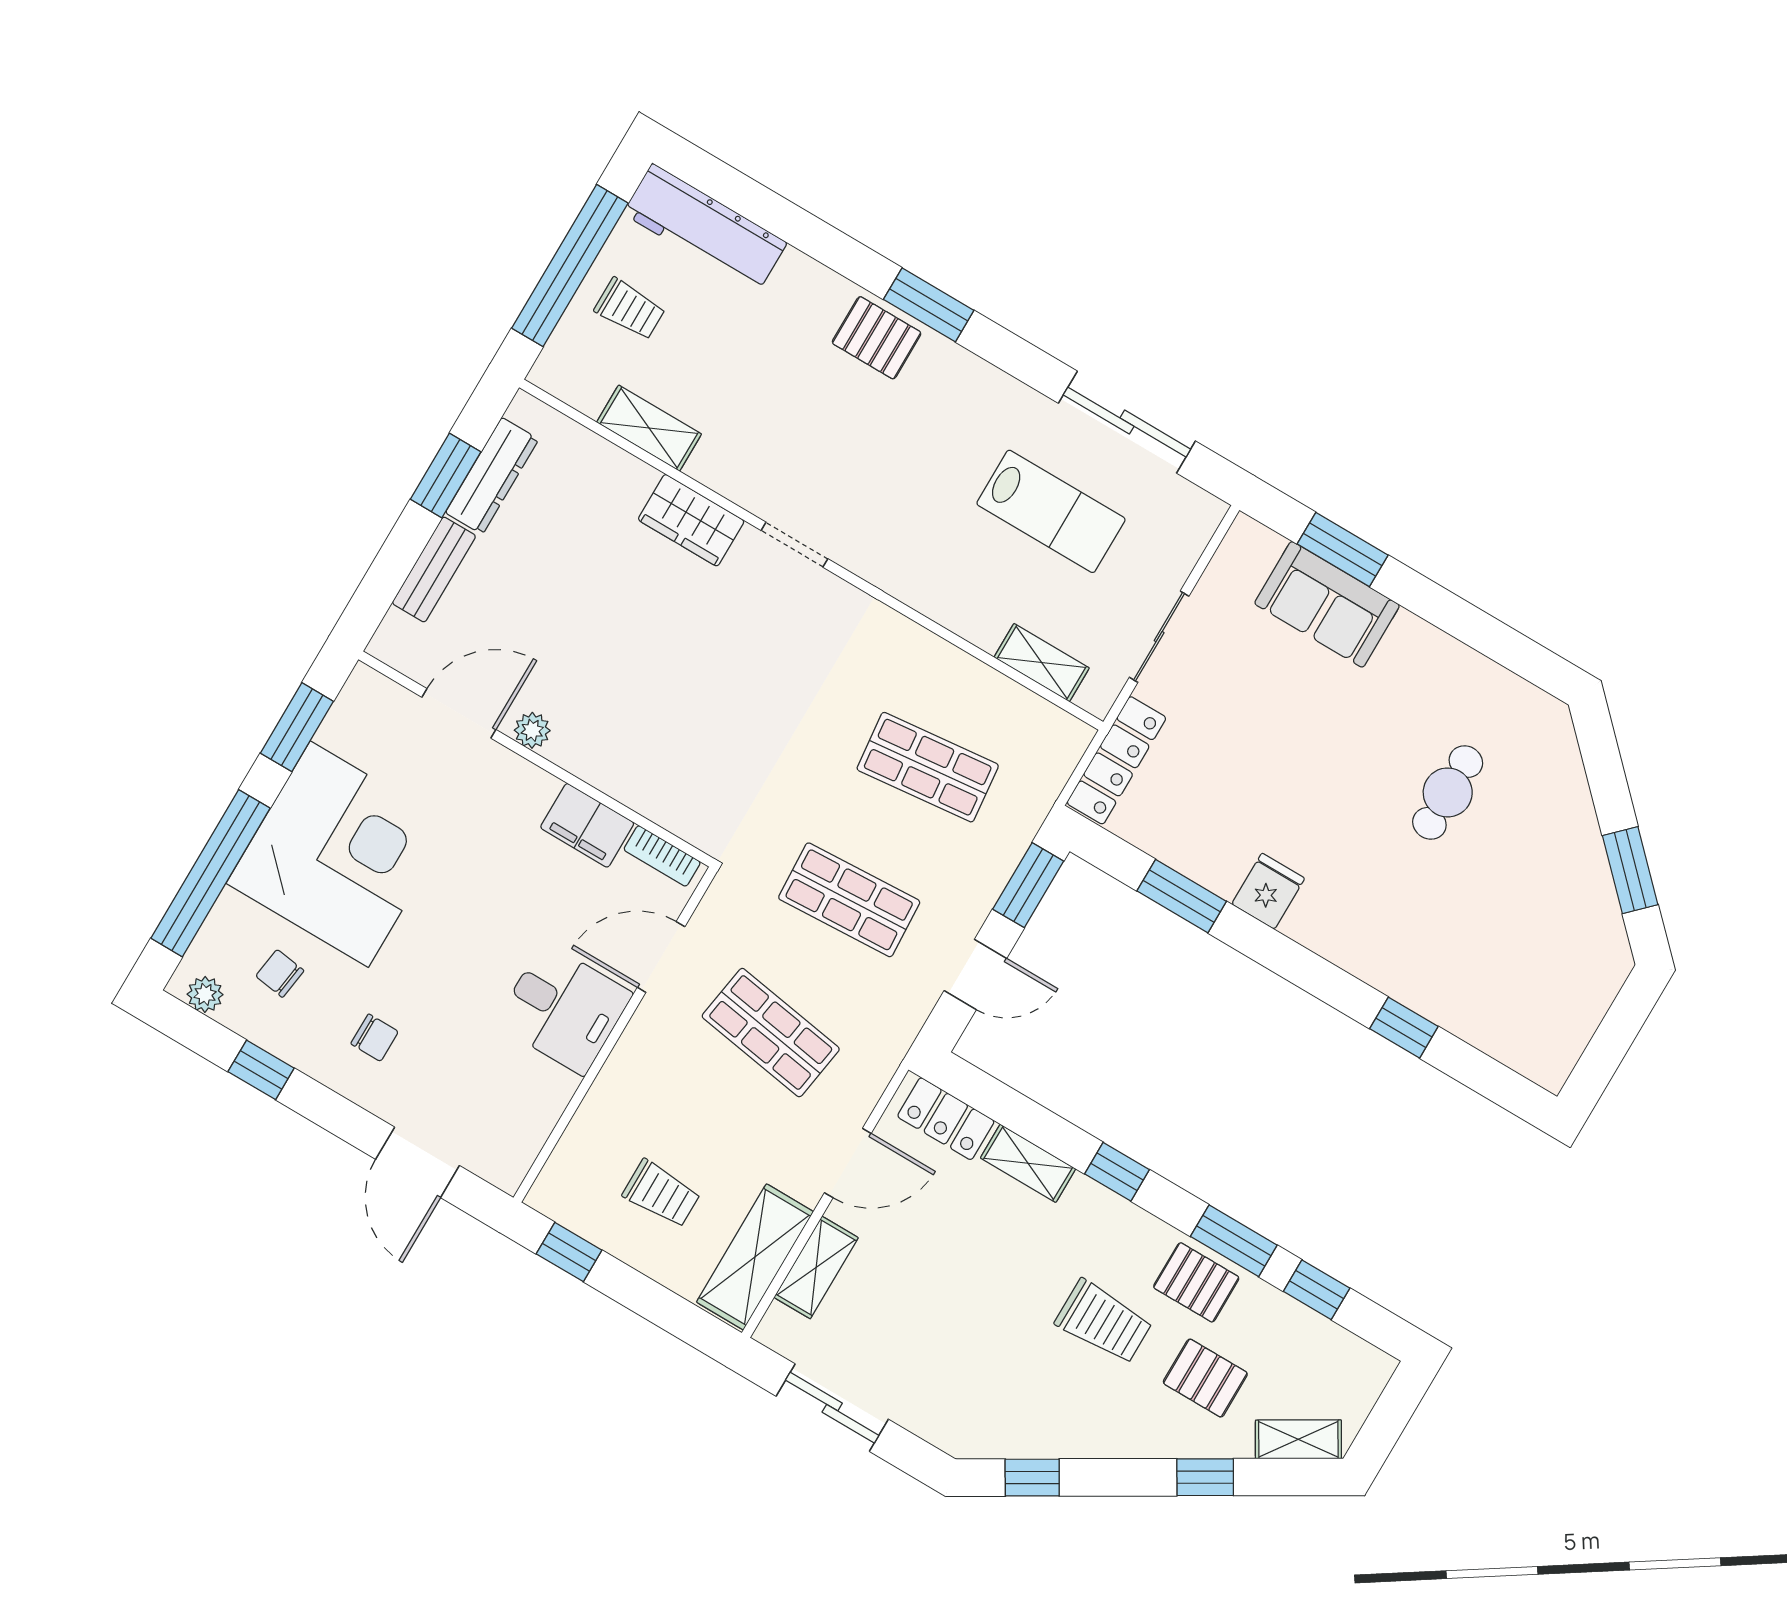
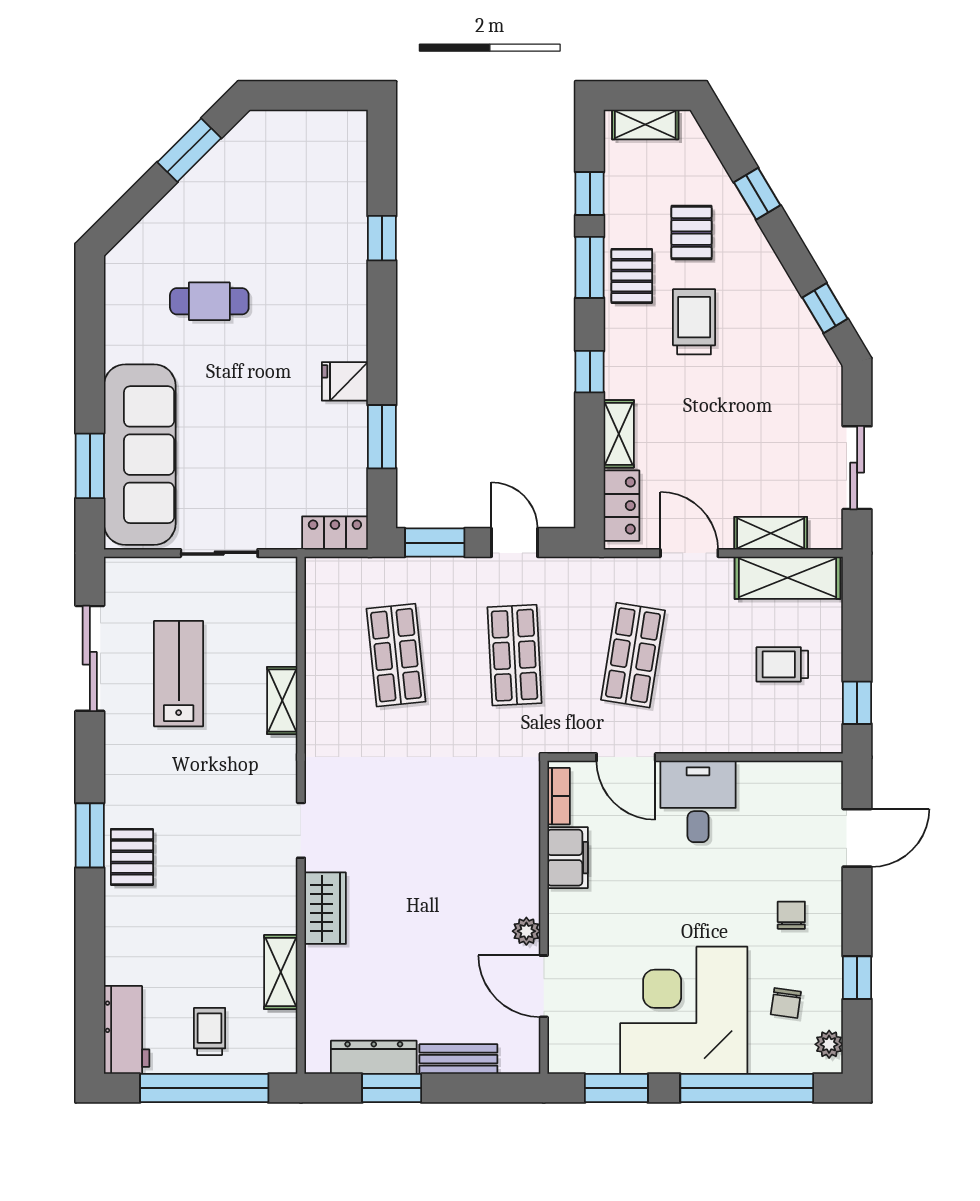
workbench: (705, 228) -> (127, 1030), width x0.73
sofa: (1327, 604) -> (140, 455), width x1.85, depth x1.27
shelving: (1042, 663) -> (282, 701), moved
locker: (1116, 760) -> (335, 533), width x0.66
trolley: (661, 1194) -> (782, 664), turned -90
shelving: (1298, 1439) -> (645, 125), moved, turned -59

